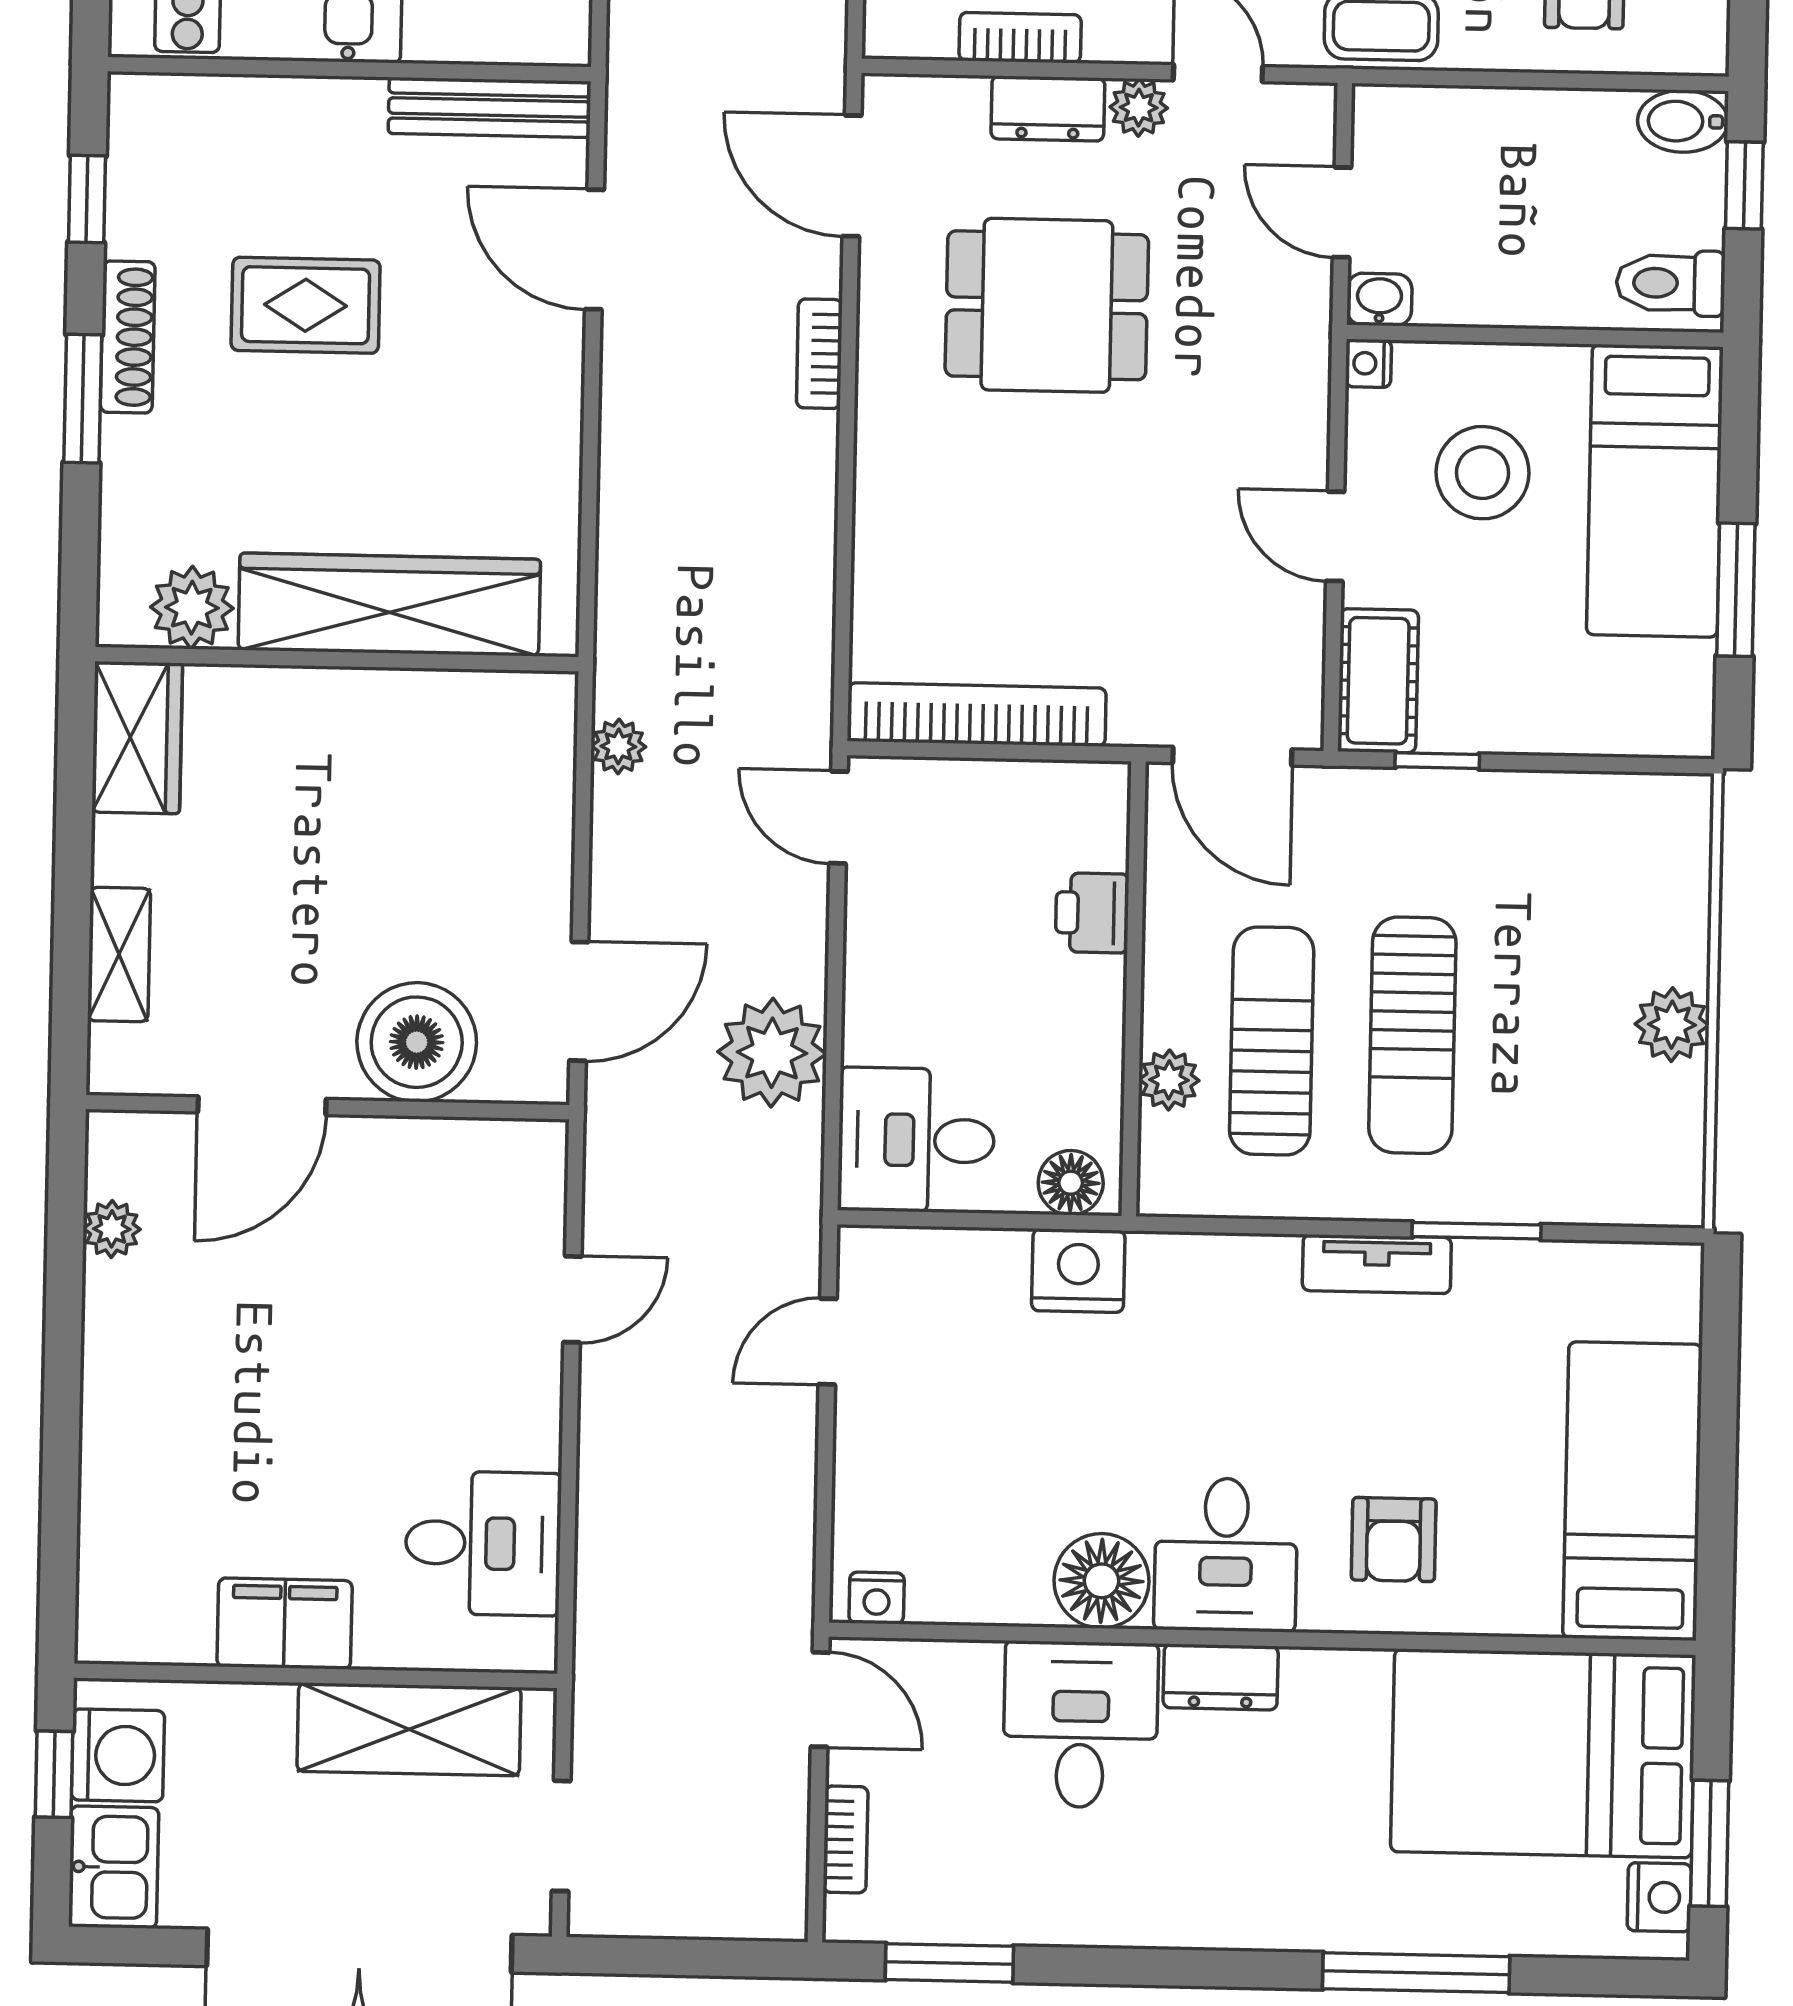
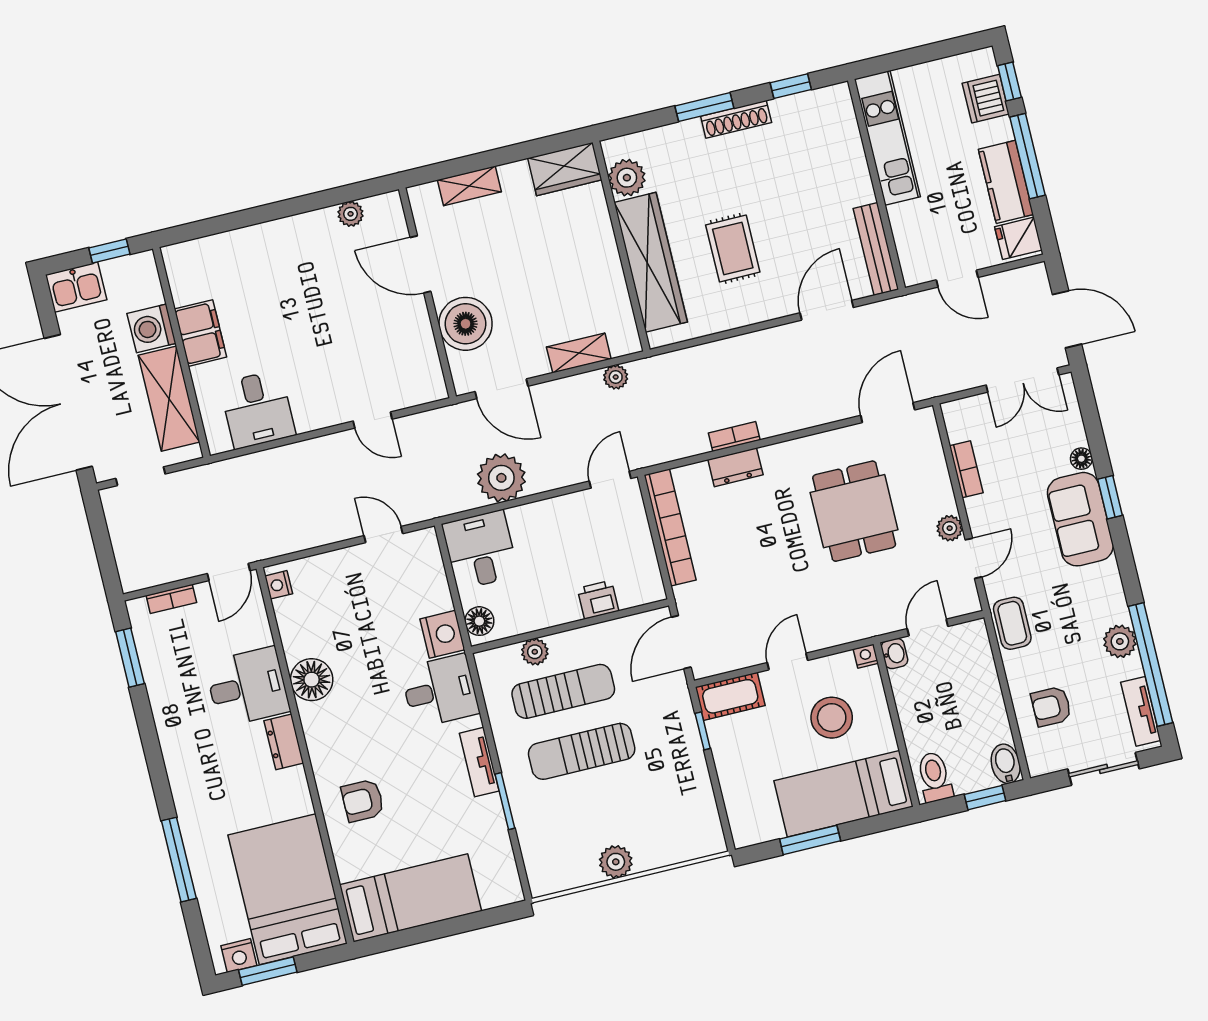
dresser: (1048, 108) -> (735, 467), moved, turned -90
rug: (306, 305) -> (733, 248), moved
bookcase: (819, 354) -> (734, 436), moved
shelving: (545, 813) -> (579, 353), added
desk: (1226, 1555) -> (440, 691), moved, turned 180
washing machine: (118, 1755) -> (151, 328), moved, turned 90

